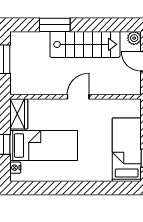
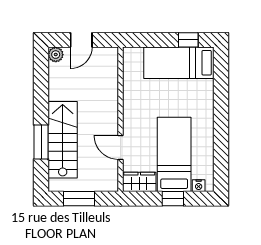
stairs: (85, 44) -> (63, 140), moved
door: (78, 97) -> (120, 148), moved

